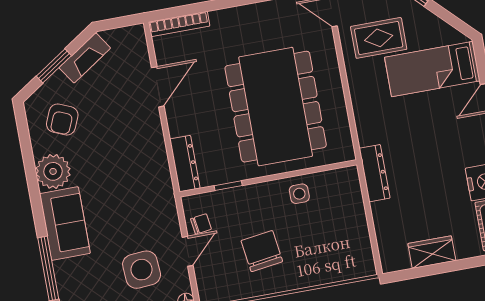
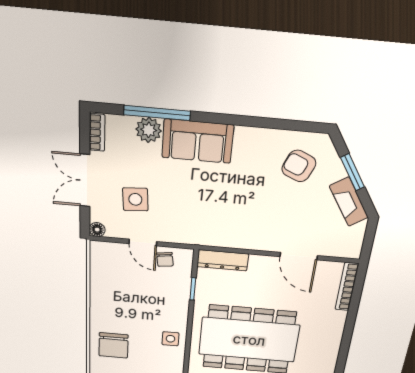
plant: (53, 171) -> (149, 130), moved, width x0.73, depth x0.73
chair: (262, 251) -> (113, 345), moved, turned 98
side table: (142, 270) -> (135, 199), width x0.73, depth x0.73

